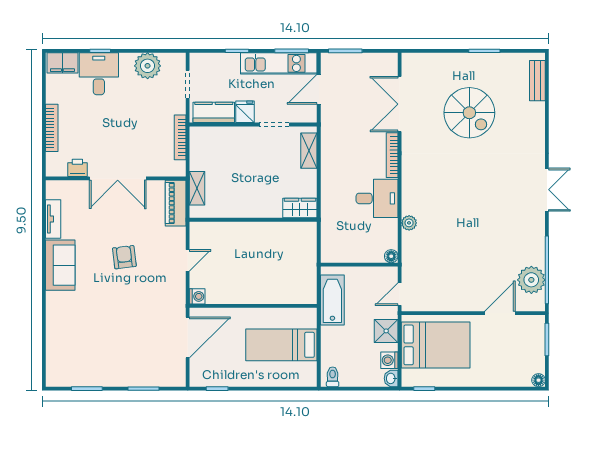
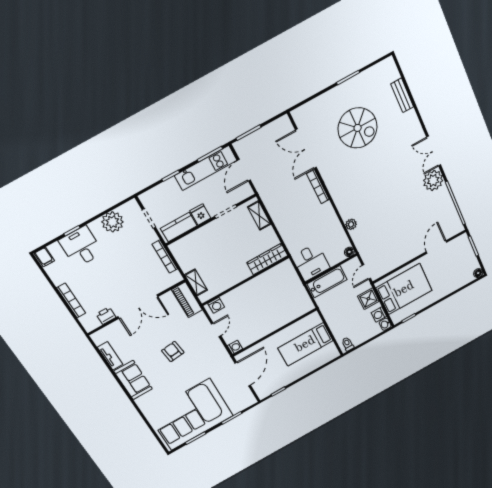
filing cabinet: (62, 63) -> (44, 257), width x0.50
bench: (537, 81) -> (402, 95), moved
double door: (547, 190) -> (434, 151), swing flipped
desk: (377, 198) -> (311, 262), moved, turned 90
wardrobe: (300, 208) -> (267, 259), width x1.50
washing machine: (204, 230) -> (216, 305), added
plant: (531, 280) -> (433, 180), moved
bathtub: (332, 300) -> (327, 282), moved, turned 90
corner sofa: (98, 352) -> (190, 415), added

